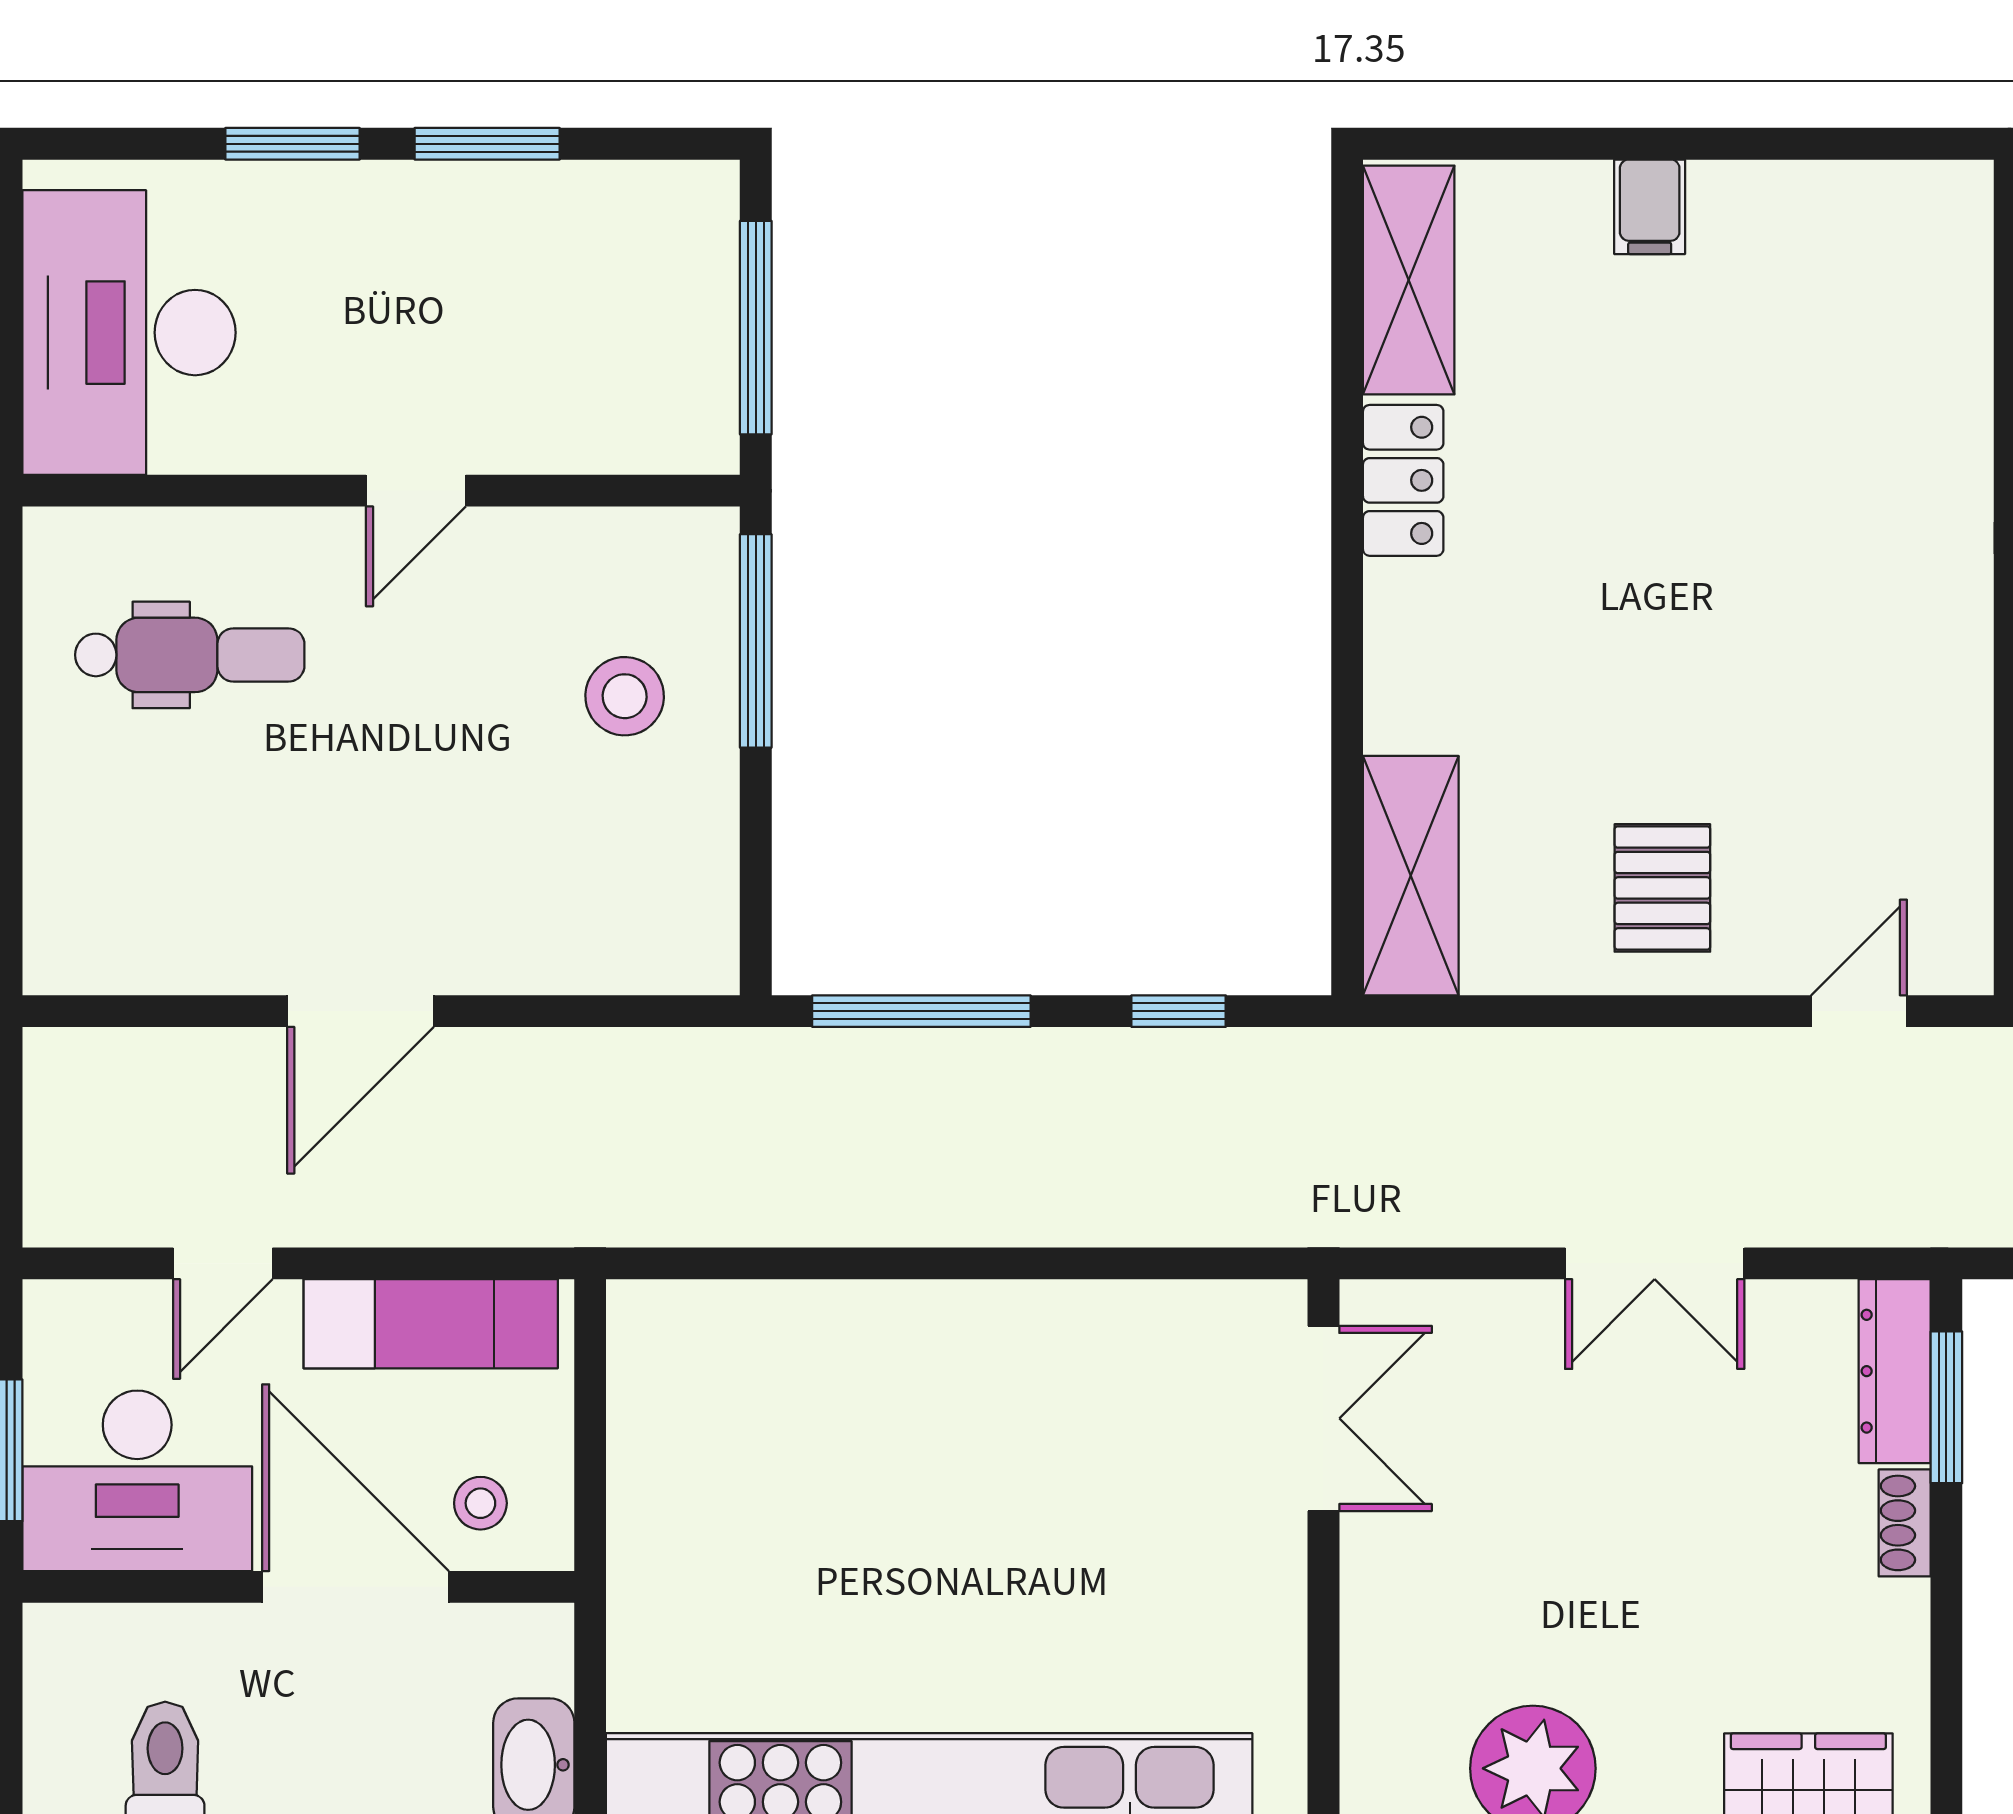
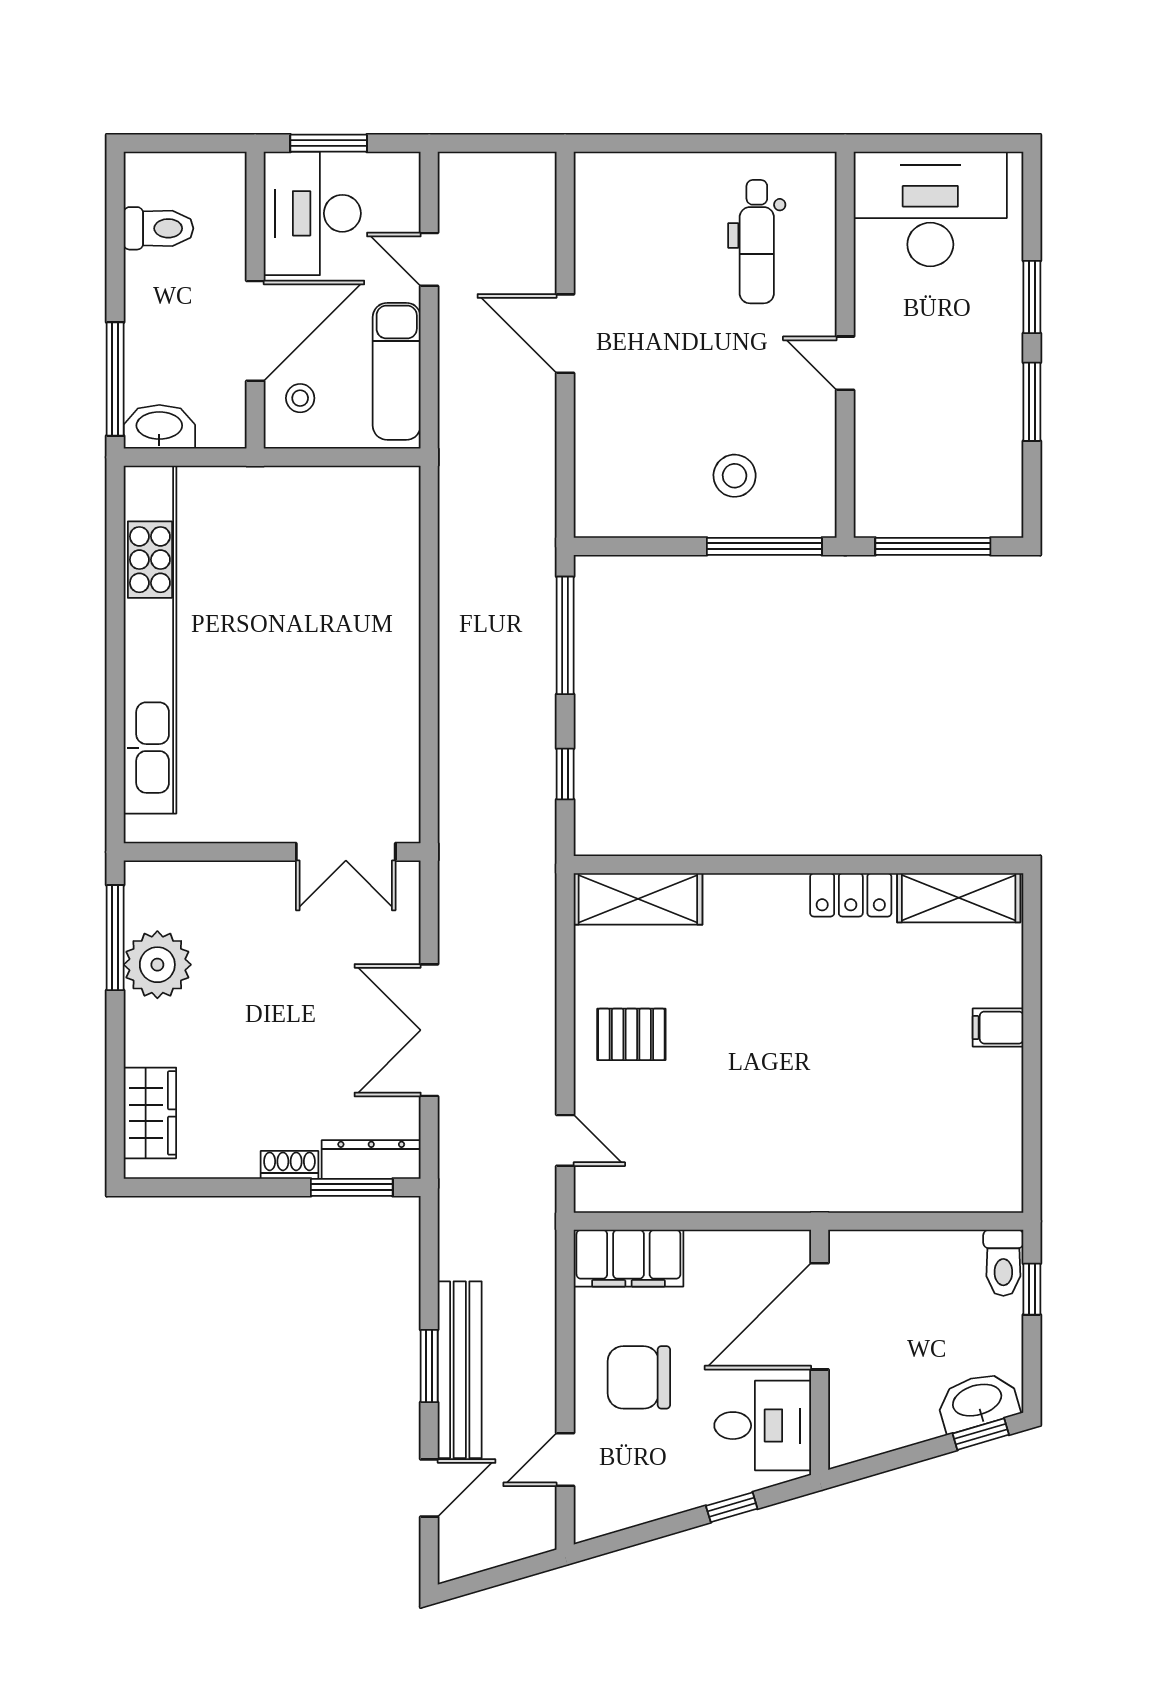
double door: (1655, 1263) -> (429, 1030), width x1.37

